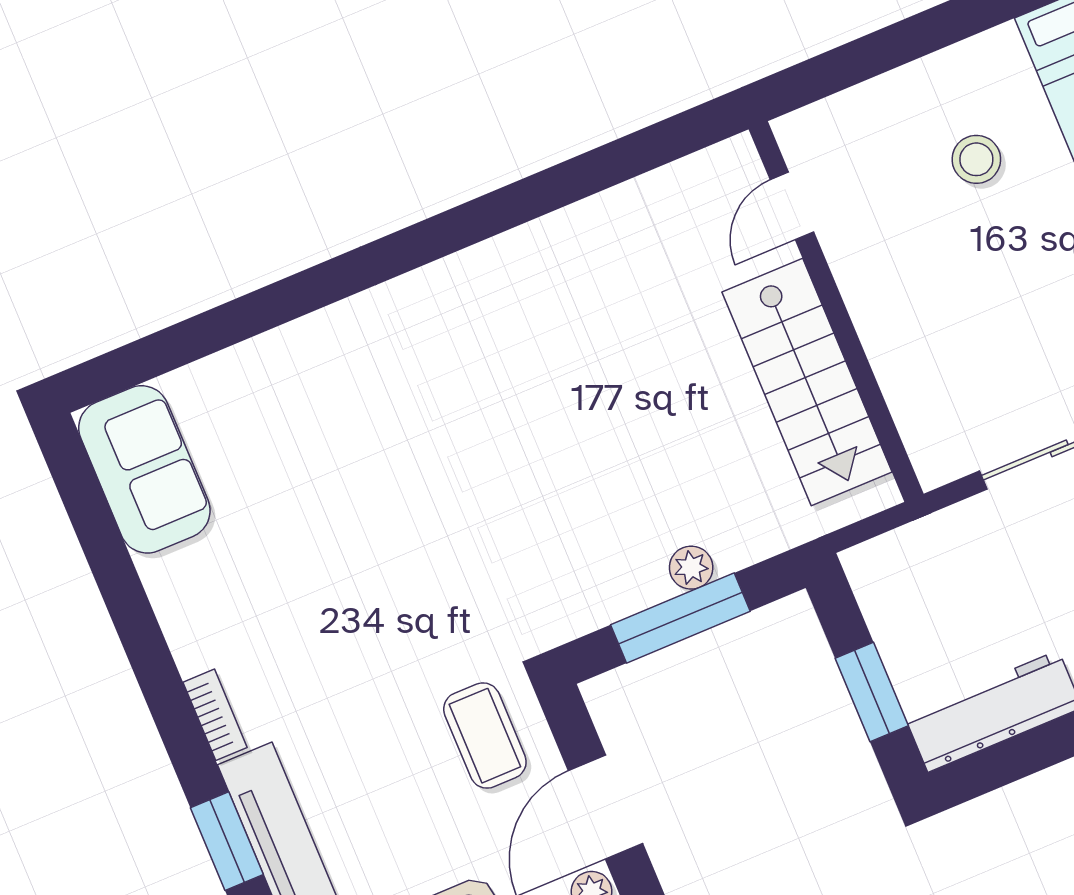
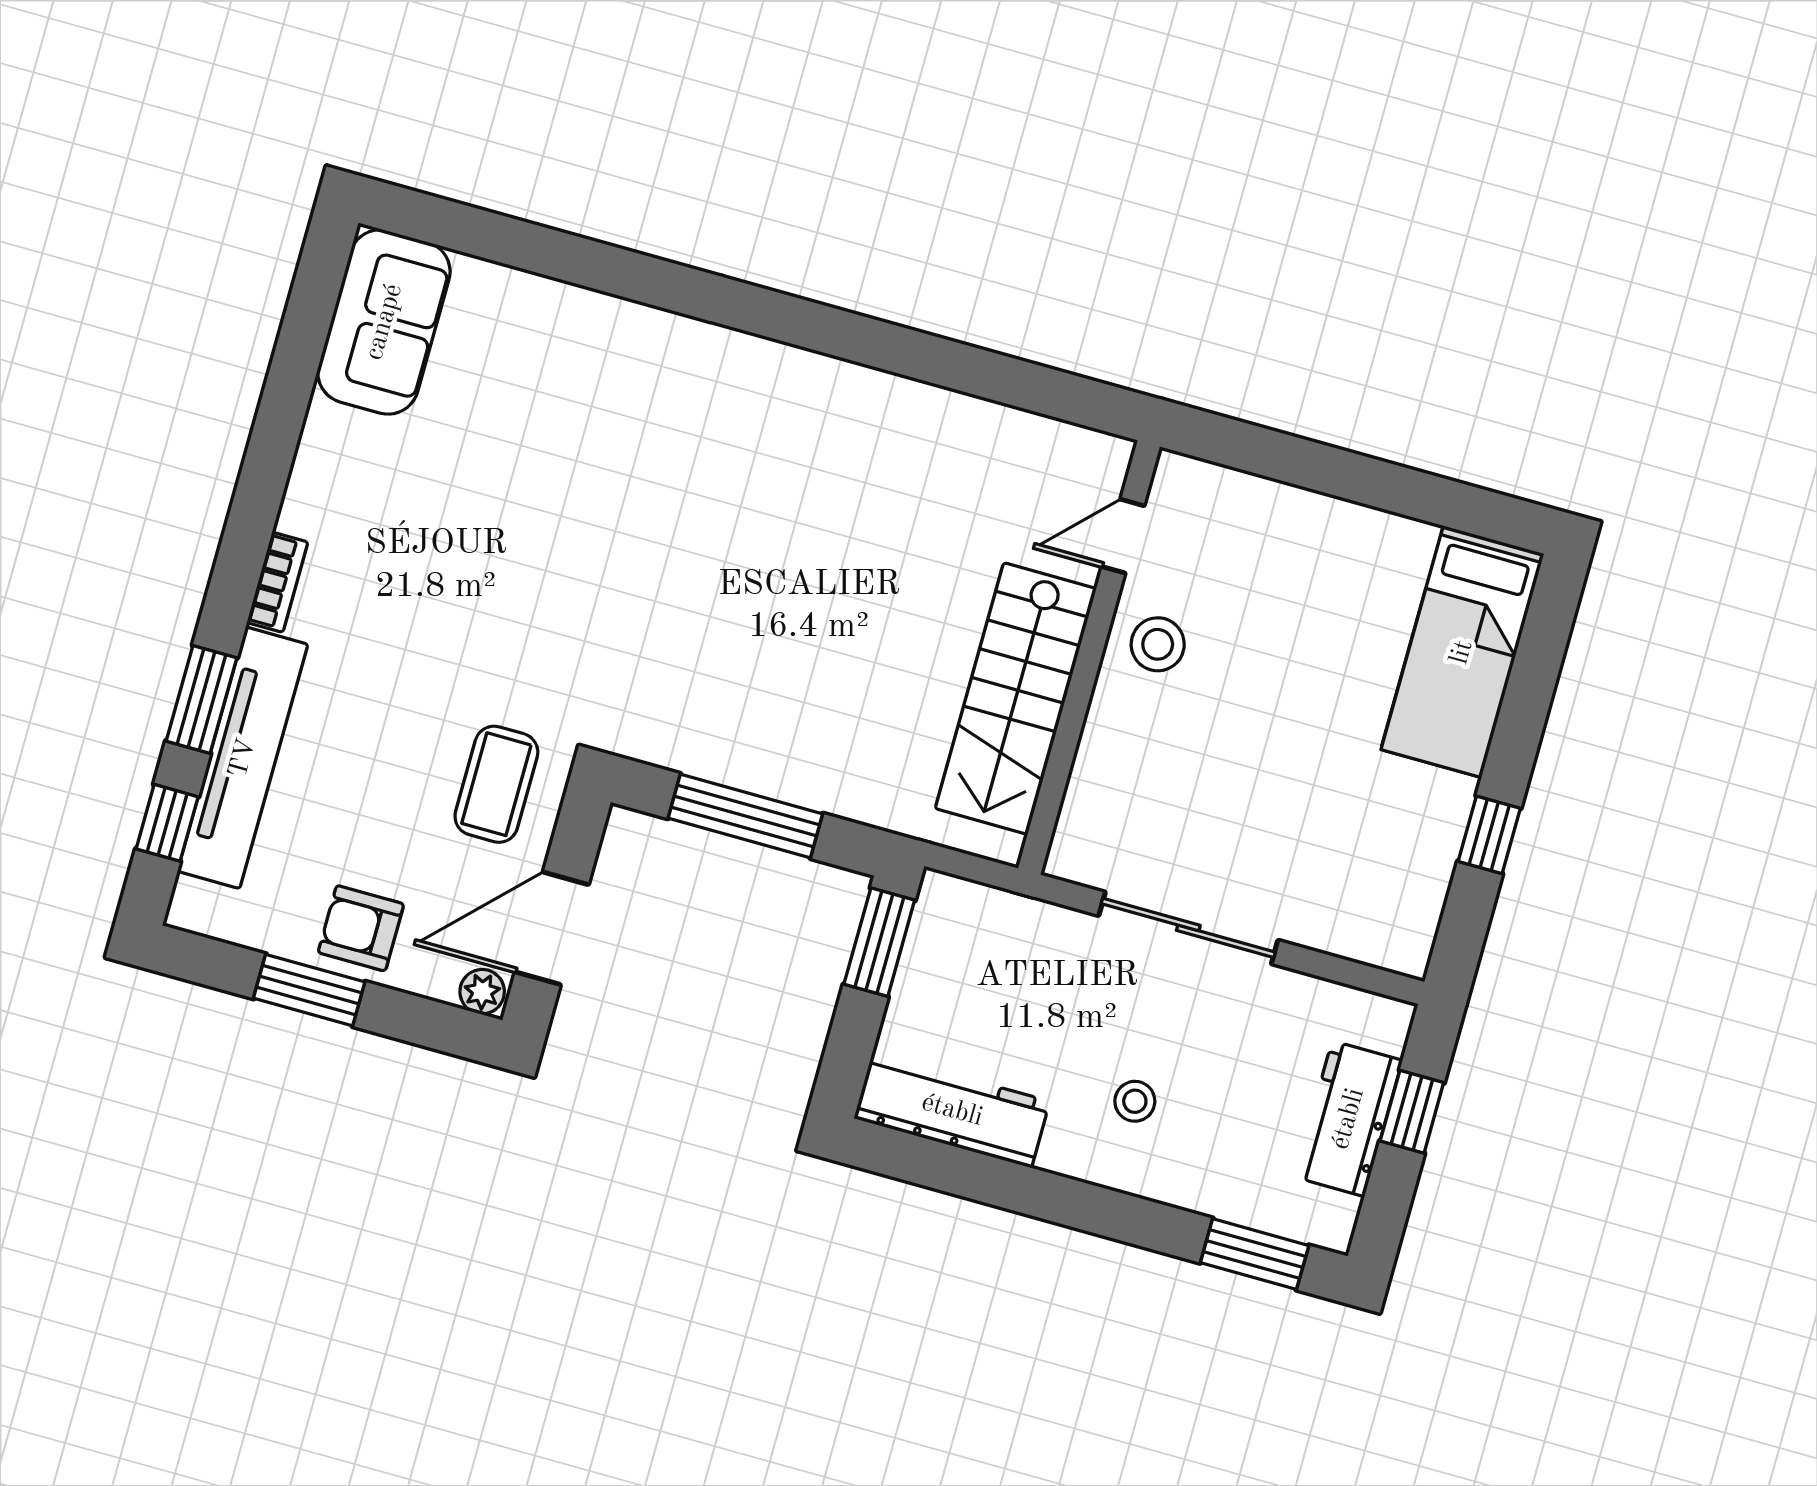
stool: (976, 159) -> (1158, 644), moved
plant: (691, 568) -> (789, 780), removed
window: (872, 692) -> (879, 942), moved

